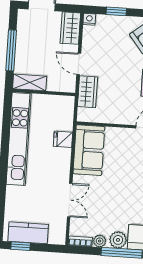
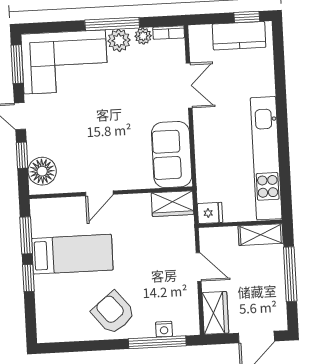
window: (116, 11) -> (157, 342), width x2.17
nightstand: (89, 19) -> (164, 329), moved
wardrobe: (87, 92) -> (173, 204), moved, turned -90
fridge: (63, 139) -> (210, 213), moved
double door: (70, 200) -> (189, 86), swing flipped

